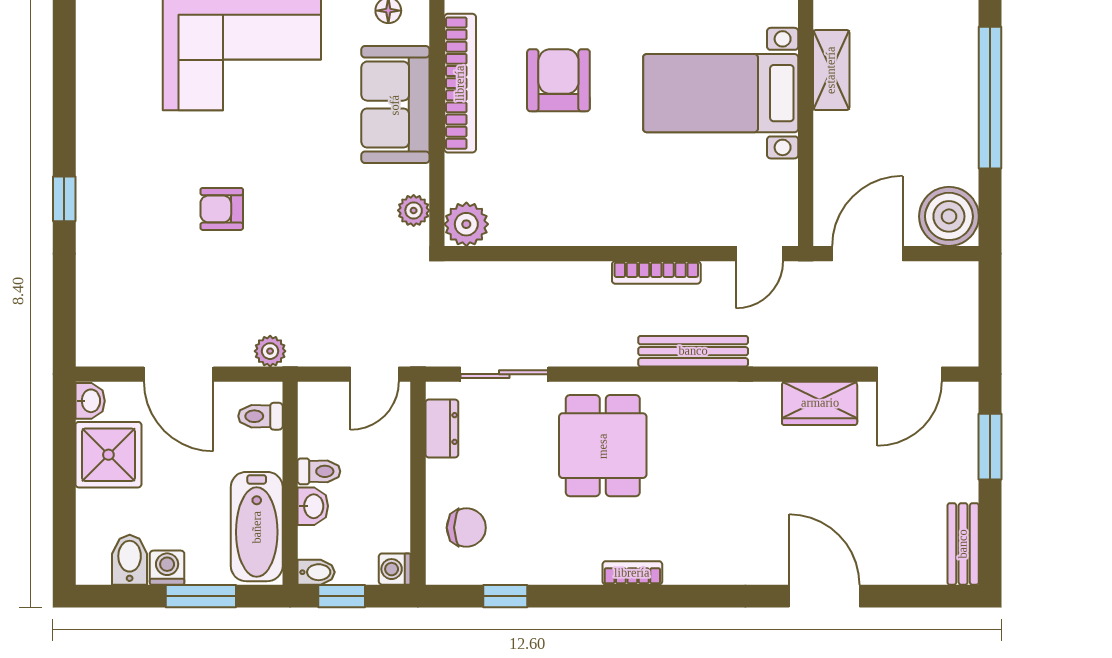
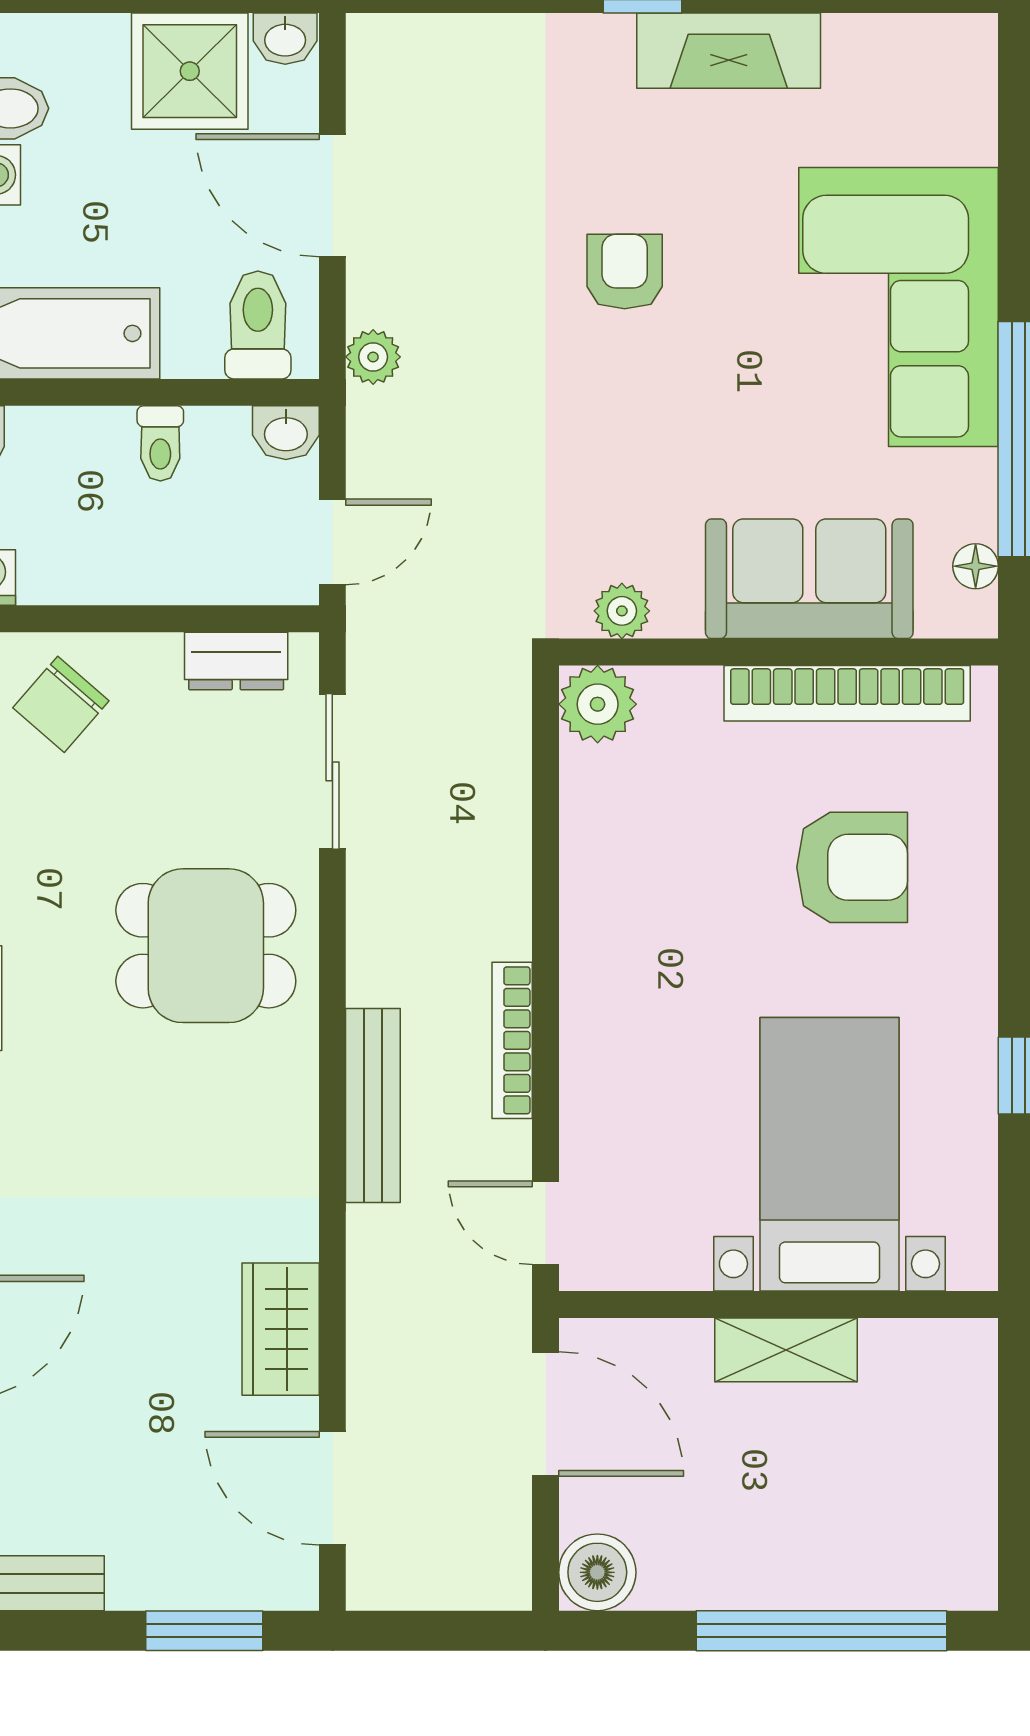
shelving: (831, 70) -> (786, 1350), moved
fireplace: (97, 150) -> (729, 51), added
boiler: (949, 216) -> (597, 1572), width x0.73, depth x0.73
door: (179, 374) -> (332, 195), hinge flipped
door: (375, 374) -> (332, 542), swing flipped
toilet: (260, 416) -> (258, 325), width x1.37, depth x1.39
washbasin: (313, 506) -> (286, 433), moved
chair: (466, 528) -> (61, 704), turned 41

